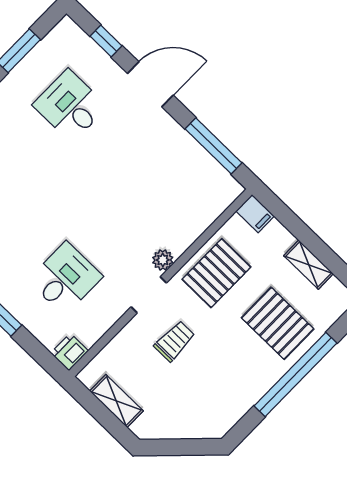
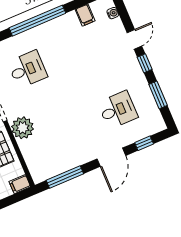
plant: (163, 260) -> (23, 128), width x1.87, depth x1.87
desk: (65, 278) -> (27, 69), turned -90

